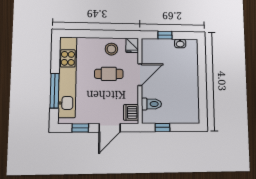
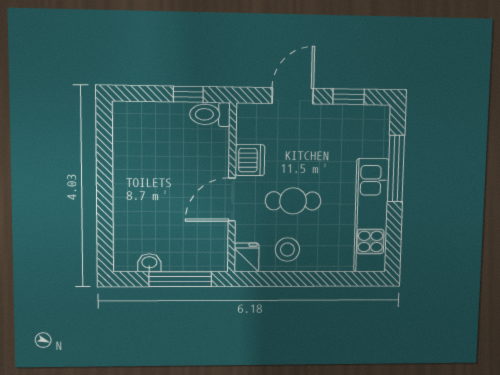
window: (165, 35) -> (180, 279), width x2.17
kitchen unit: (67, 77) -> (371, 216), width x0.73
toilet: (151, 104) -> (210, 114), moved
dishwasher: (131, 112) -> (250, 160), moved

